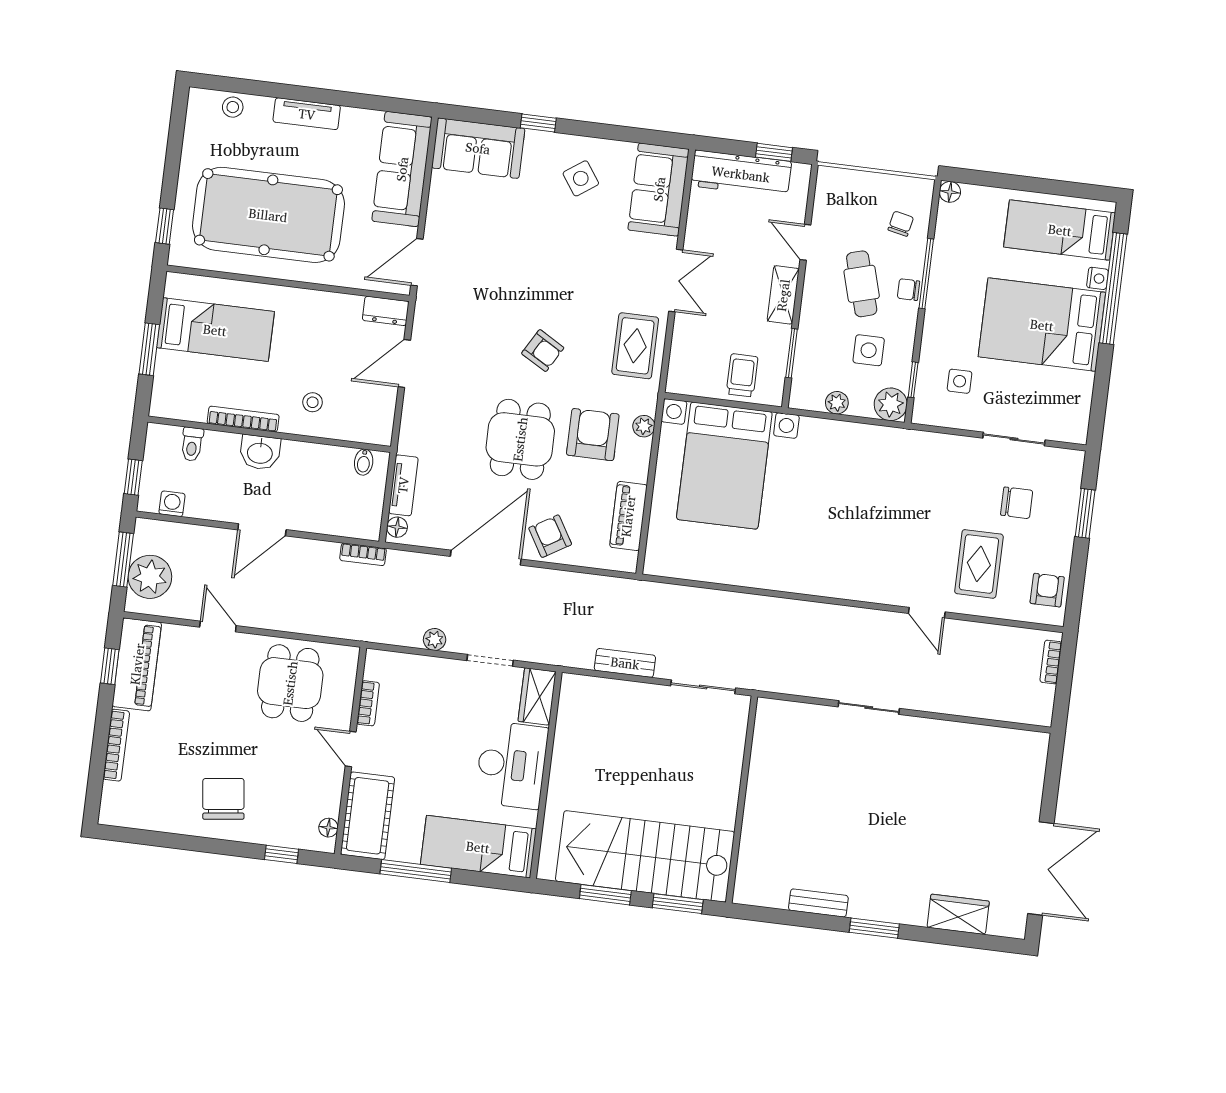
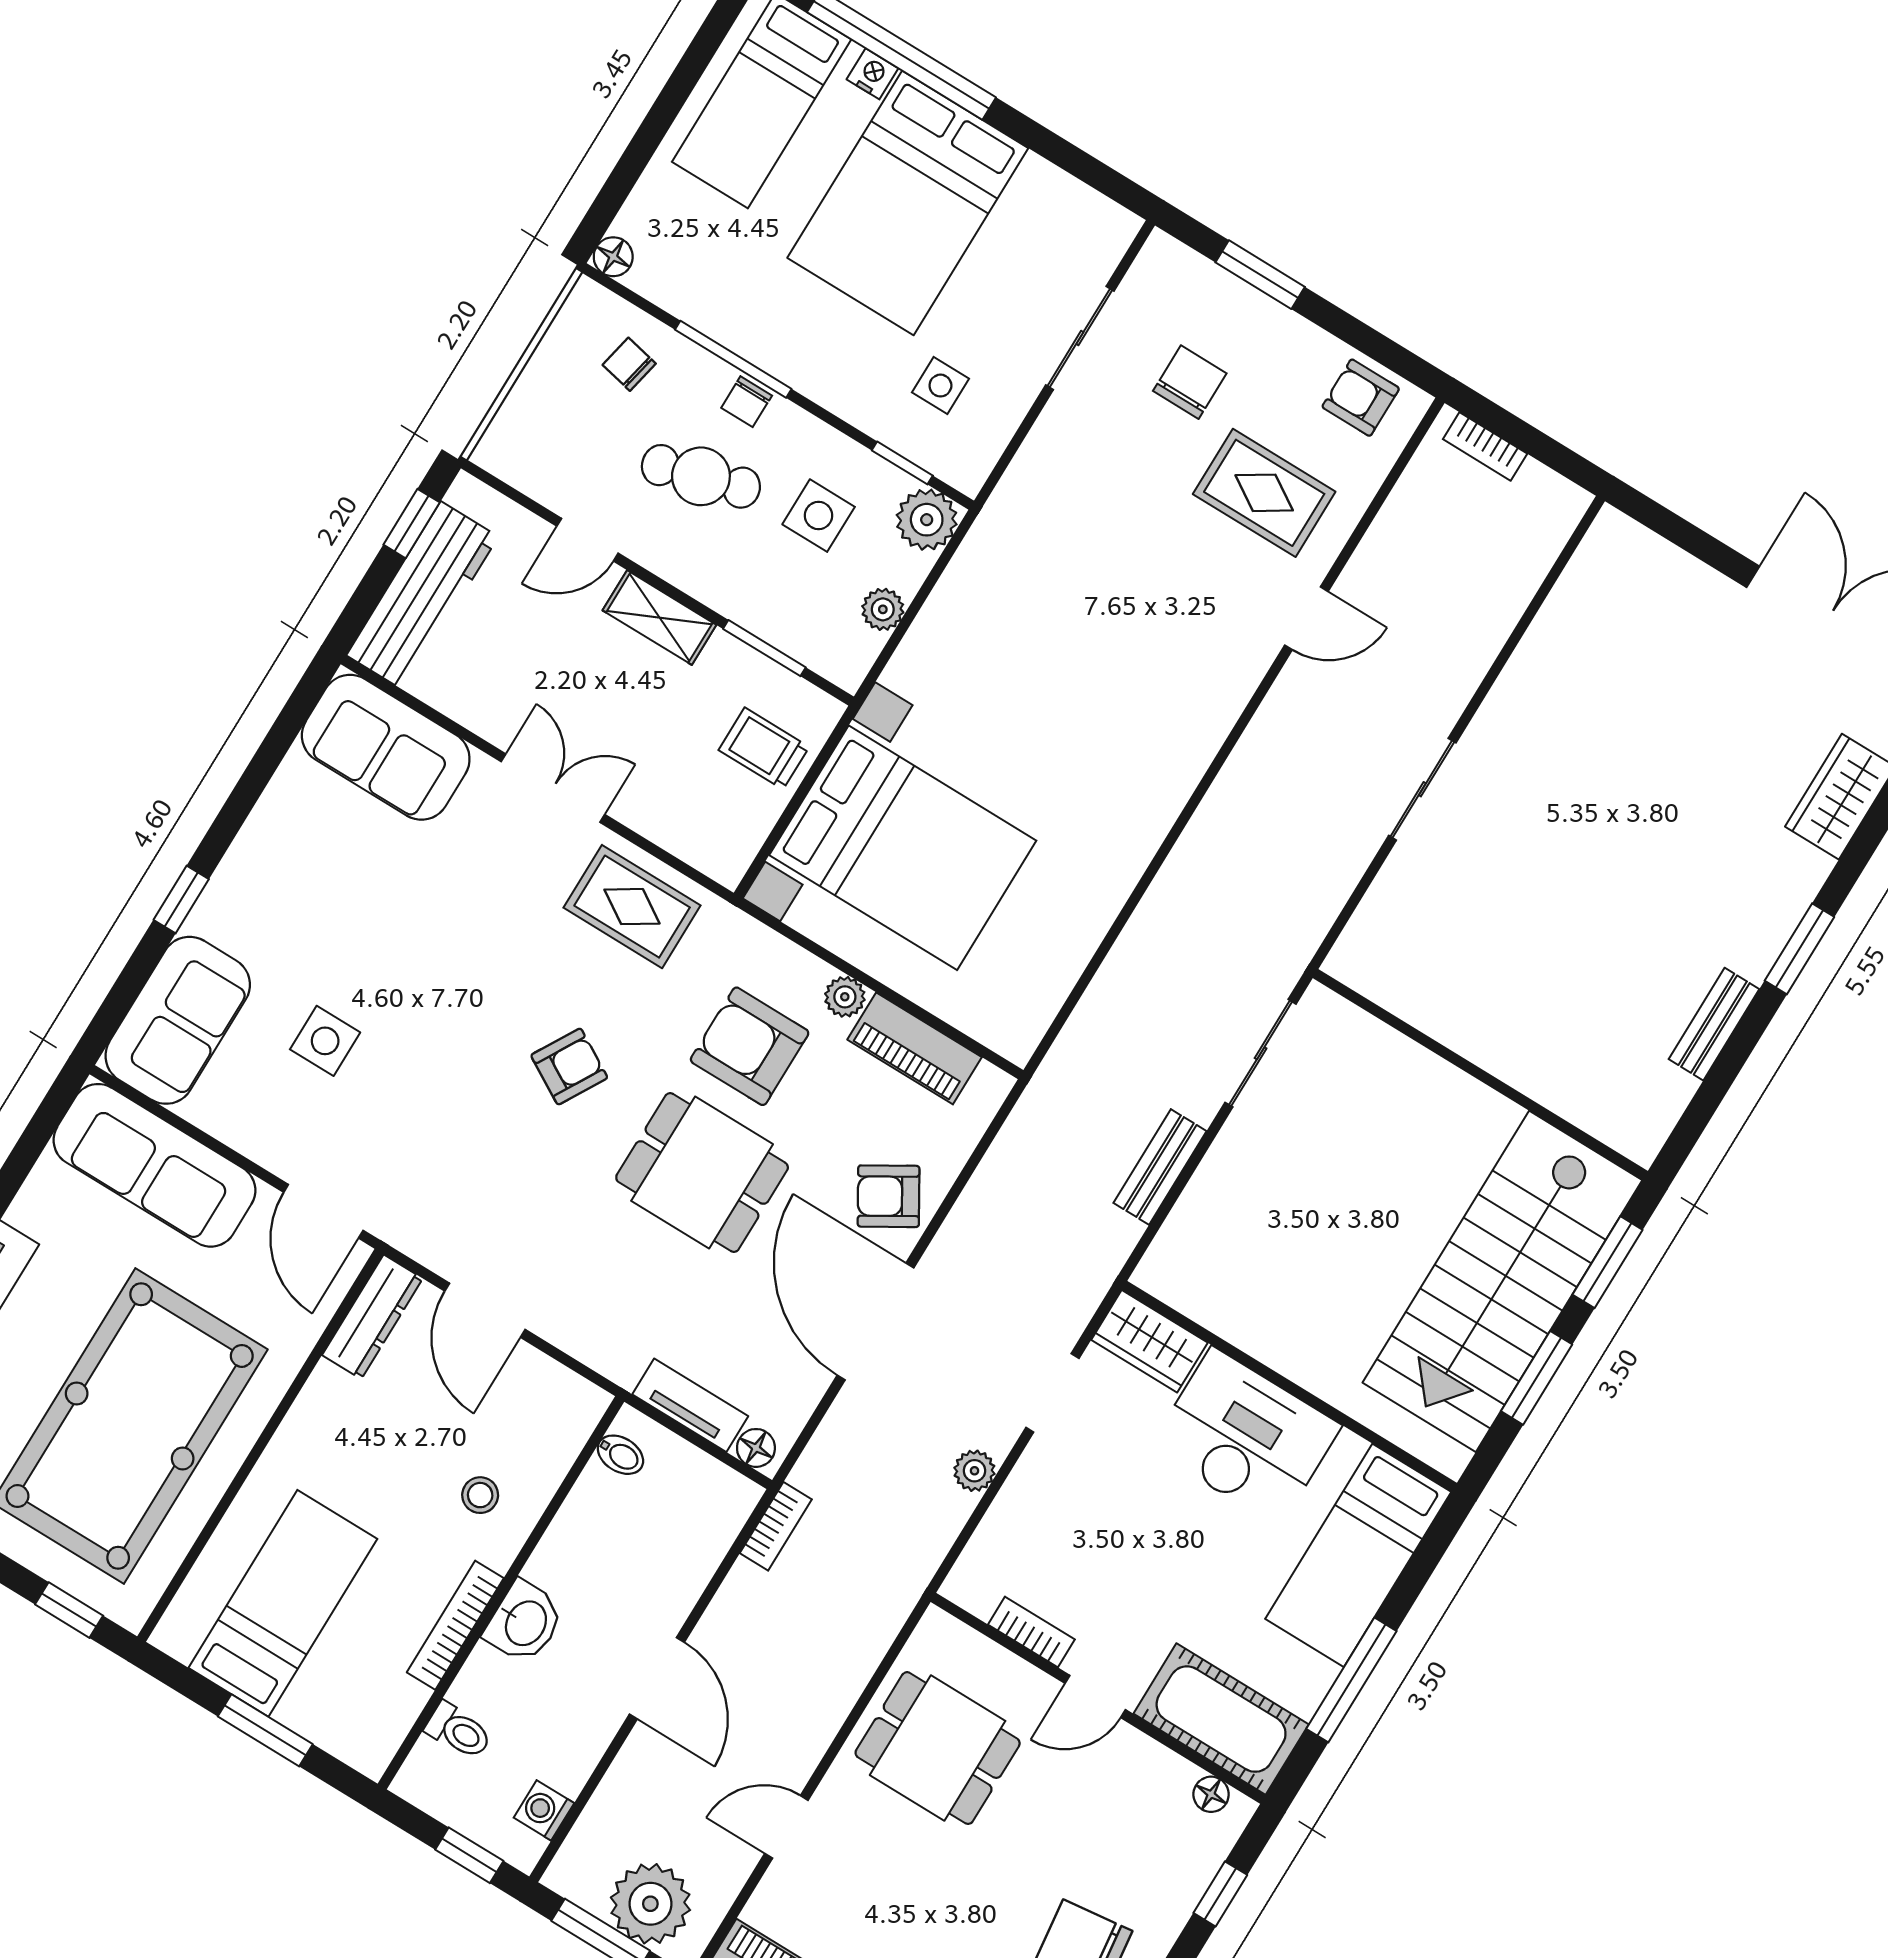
side table: (581, 178) -> (325, 1041), moved, turned 35
dresser: (386, 311) -> (372, 1317), width x1.44
plant: (644, 426) -> (845, 997), moved

